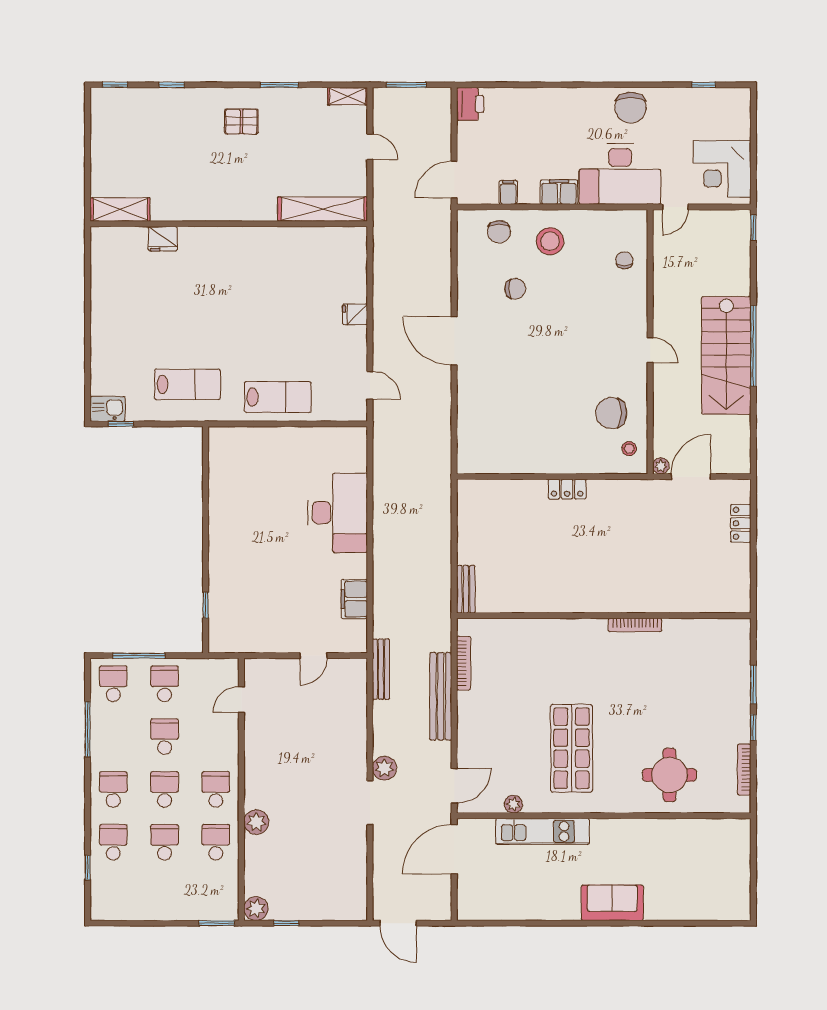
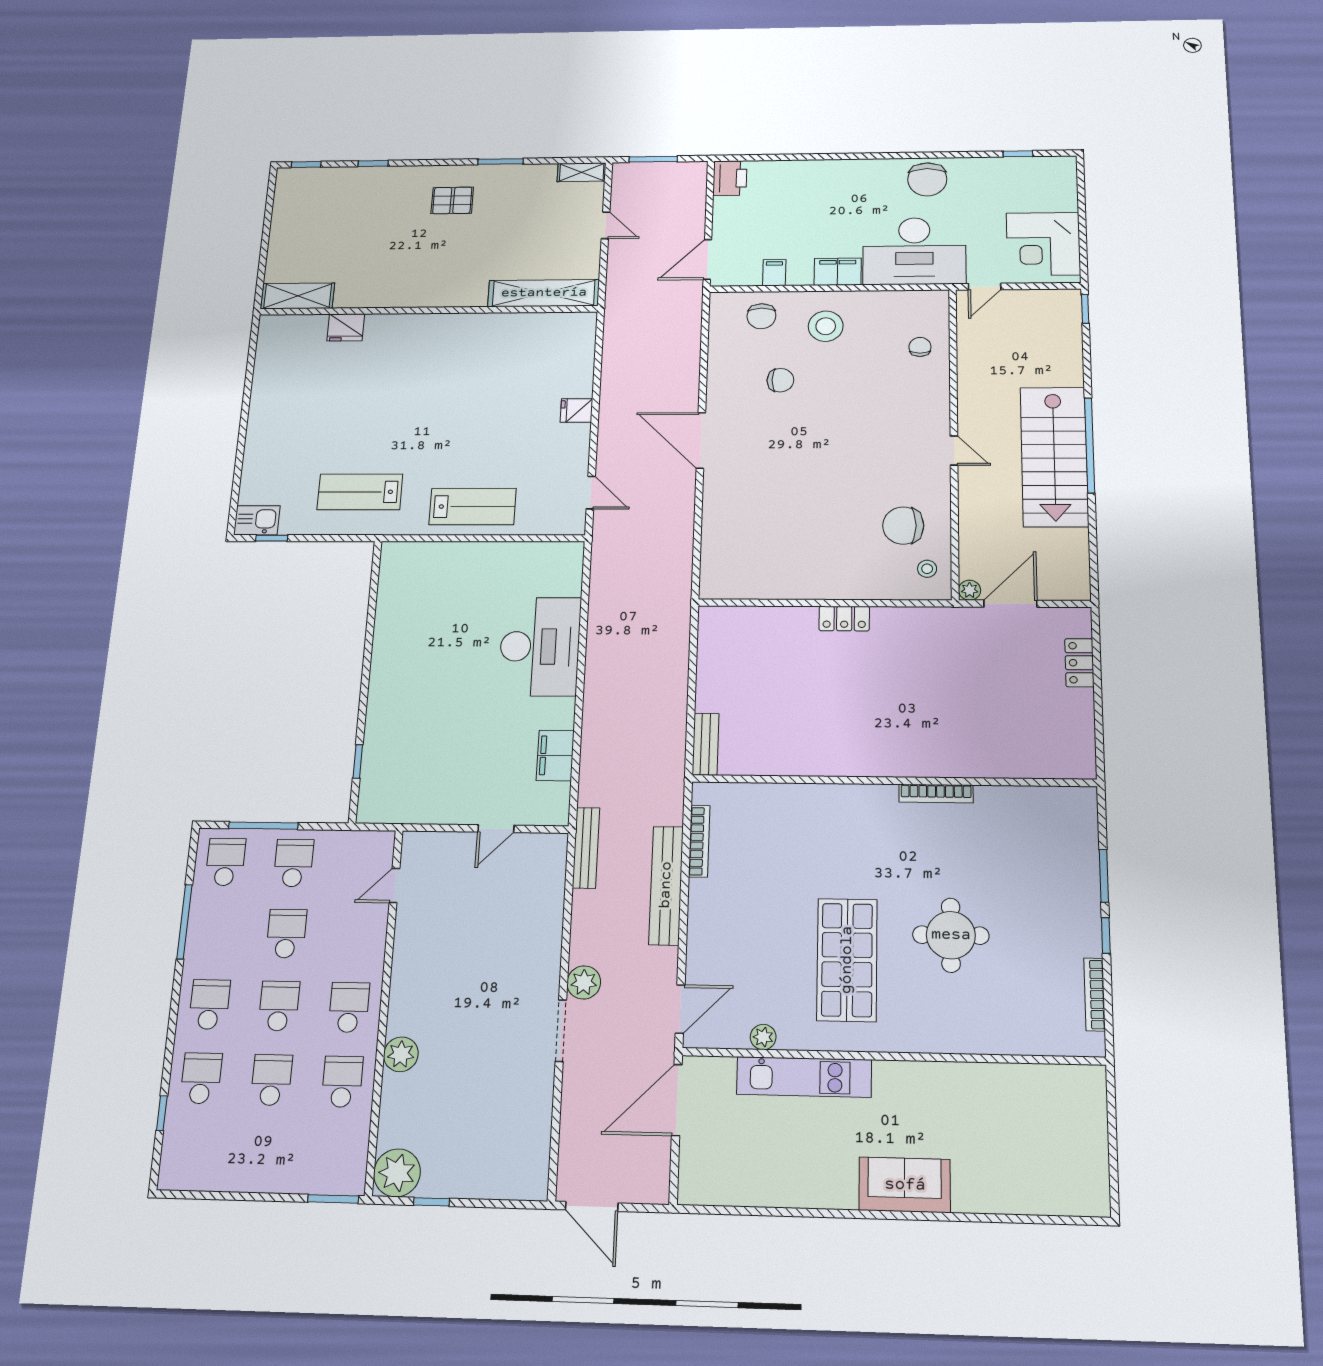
lab bench: (187, 384) -> (360, 492), turned 180
round table: (670, 775) -> (951, 935), moved
plant: (256, 909) -> (397, 1173), width x1.36, depth x1.36

